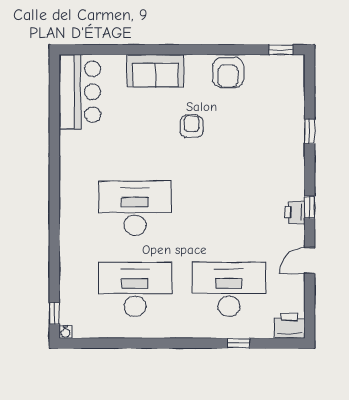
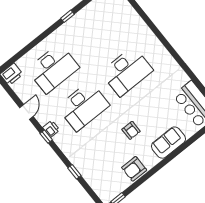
armchair: (228, 72) -> (134, 169), turned -90
desk: (135, 289) -> (83, 106), moved
window: (239, 343) -> (67, 16), moved

